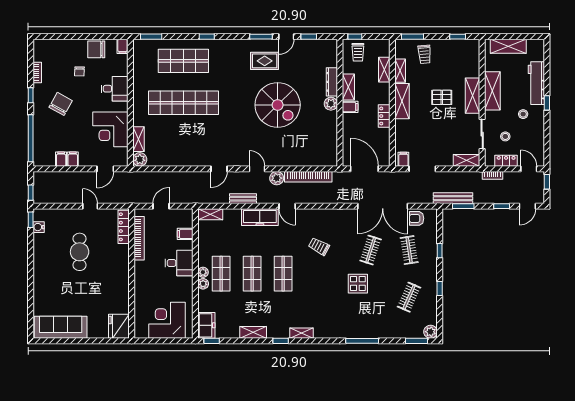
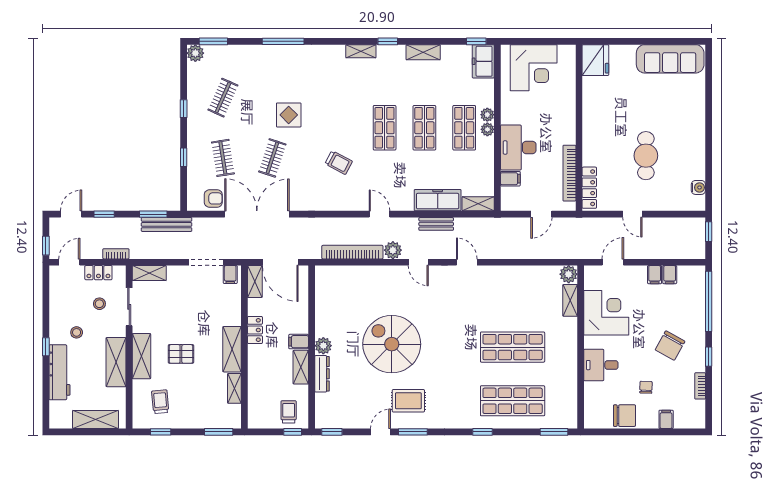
window: (309, 37) -> (332, 432), moved
filing cabinet: (122, 46) -> (666, 419), moved
trolley: (424, 54) -> (160, 402), moved
shelving: (384, 70) -> (255, 281), moved
shop shelf: (183, 103) -> (513, 347), width x0.71
door: (219, 169) -> (467, 262), hinge flipped
door: (529, 169) -> (69, 262), swing flipped
freezer: (260, 217) -> (438, 200), moved
window: (31, 220) -> (709, 197), removed
desk: (179, 263) -> (518, 147), width x1.37

